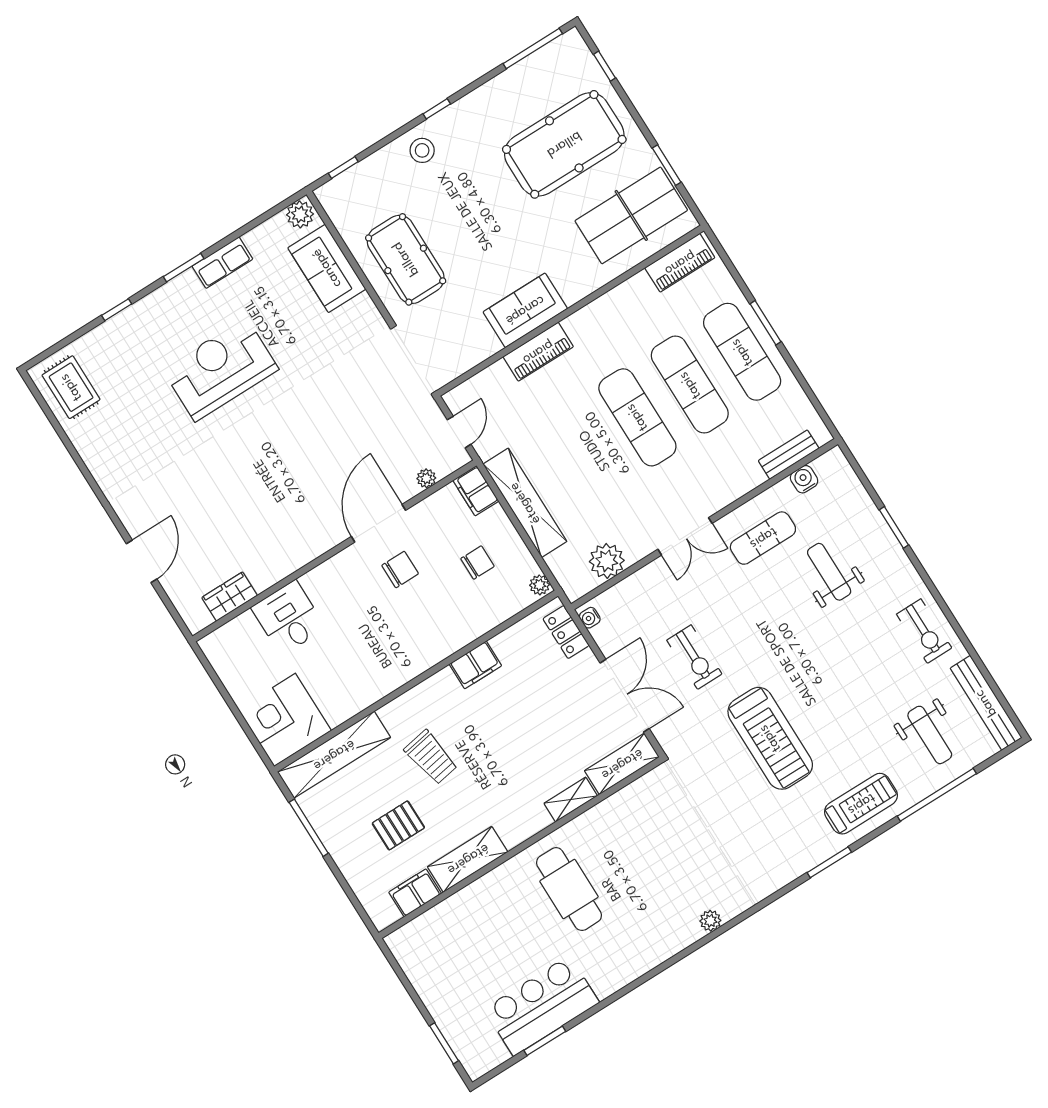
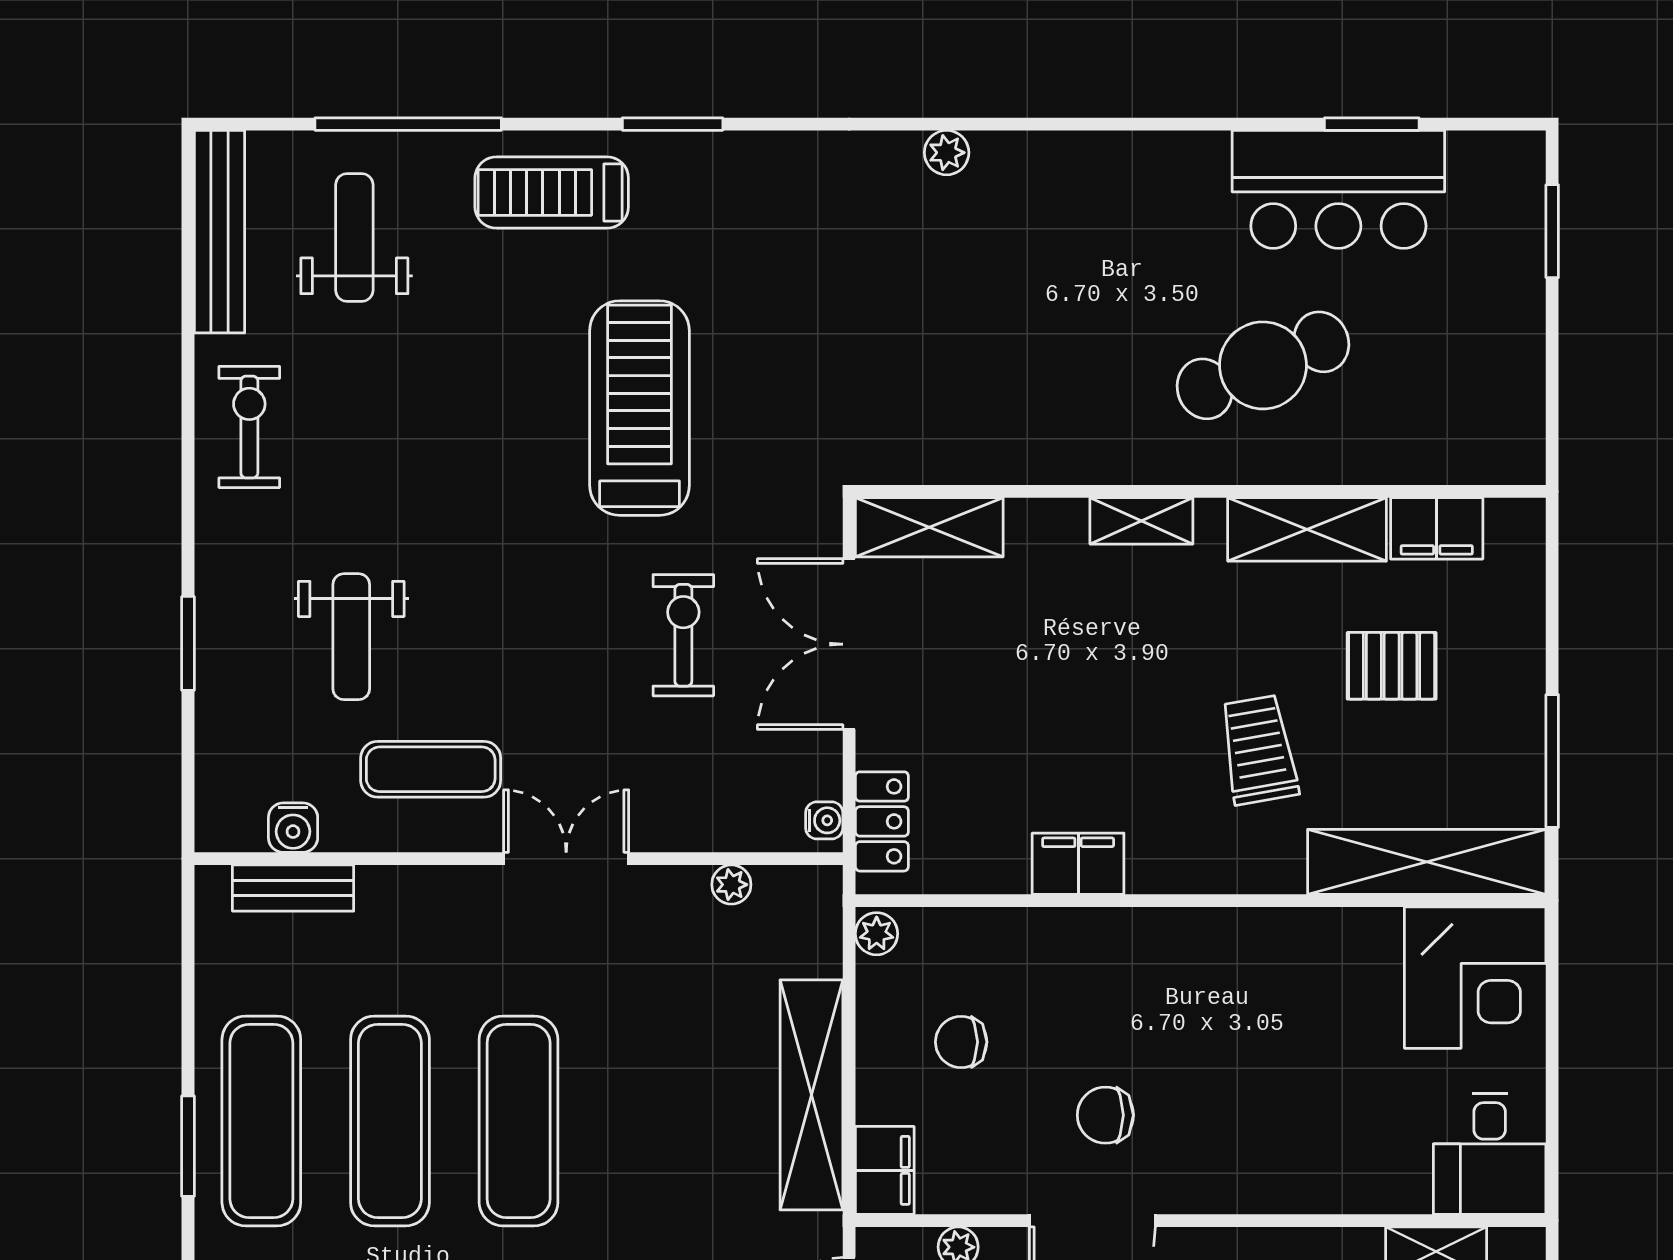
plant: (607, 561) -> (731, 885), width x0.53, depth x0.53
desk: (288, 618) -> (1490, 1154), moved
shelving: (571, 800) -> (1141, 521), moved
cafe table: (569, 889) -> (1263, 365), moved, turned 68

